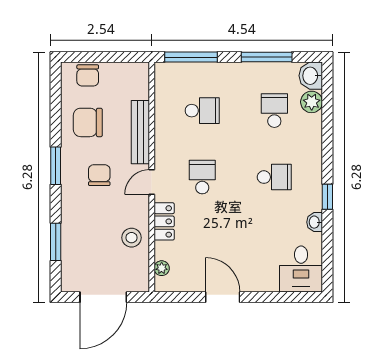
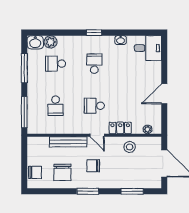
school desk: (202, 111) -> (56, 106), turned 180
window: (327, 197) -> (94, 33), moved

